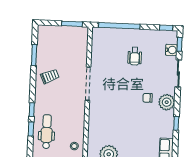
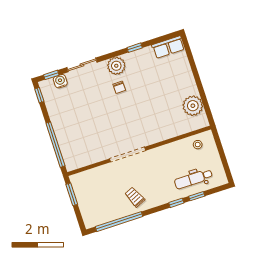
window: (34, 55) -> (119, 222), width x2.11
wheelchair: (135, 56) -> (81, 117), removed

